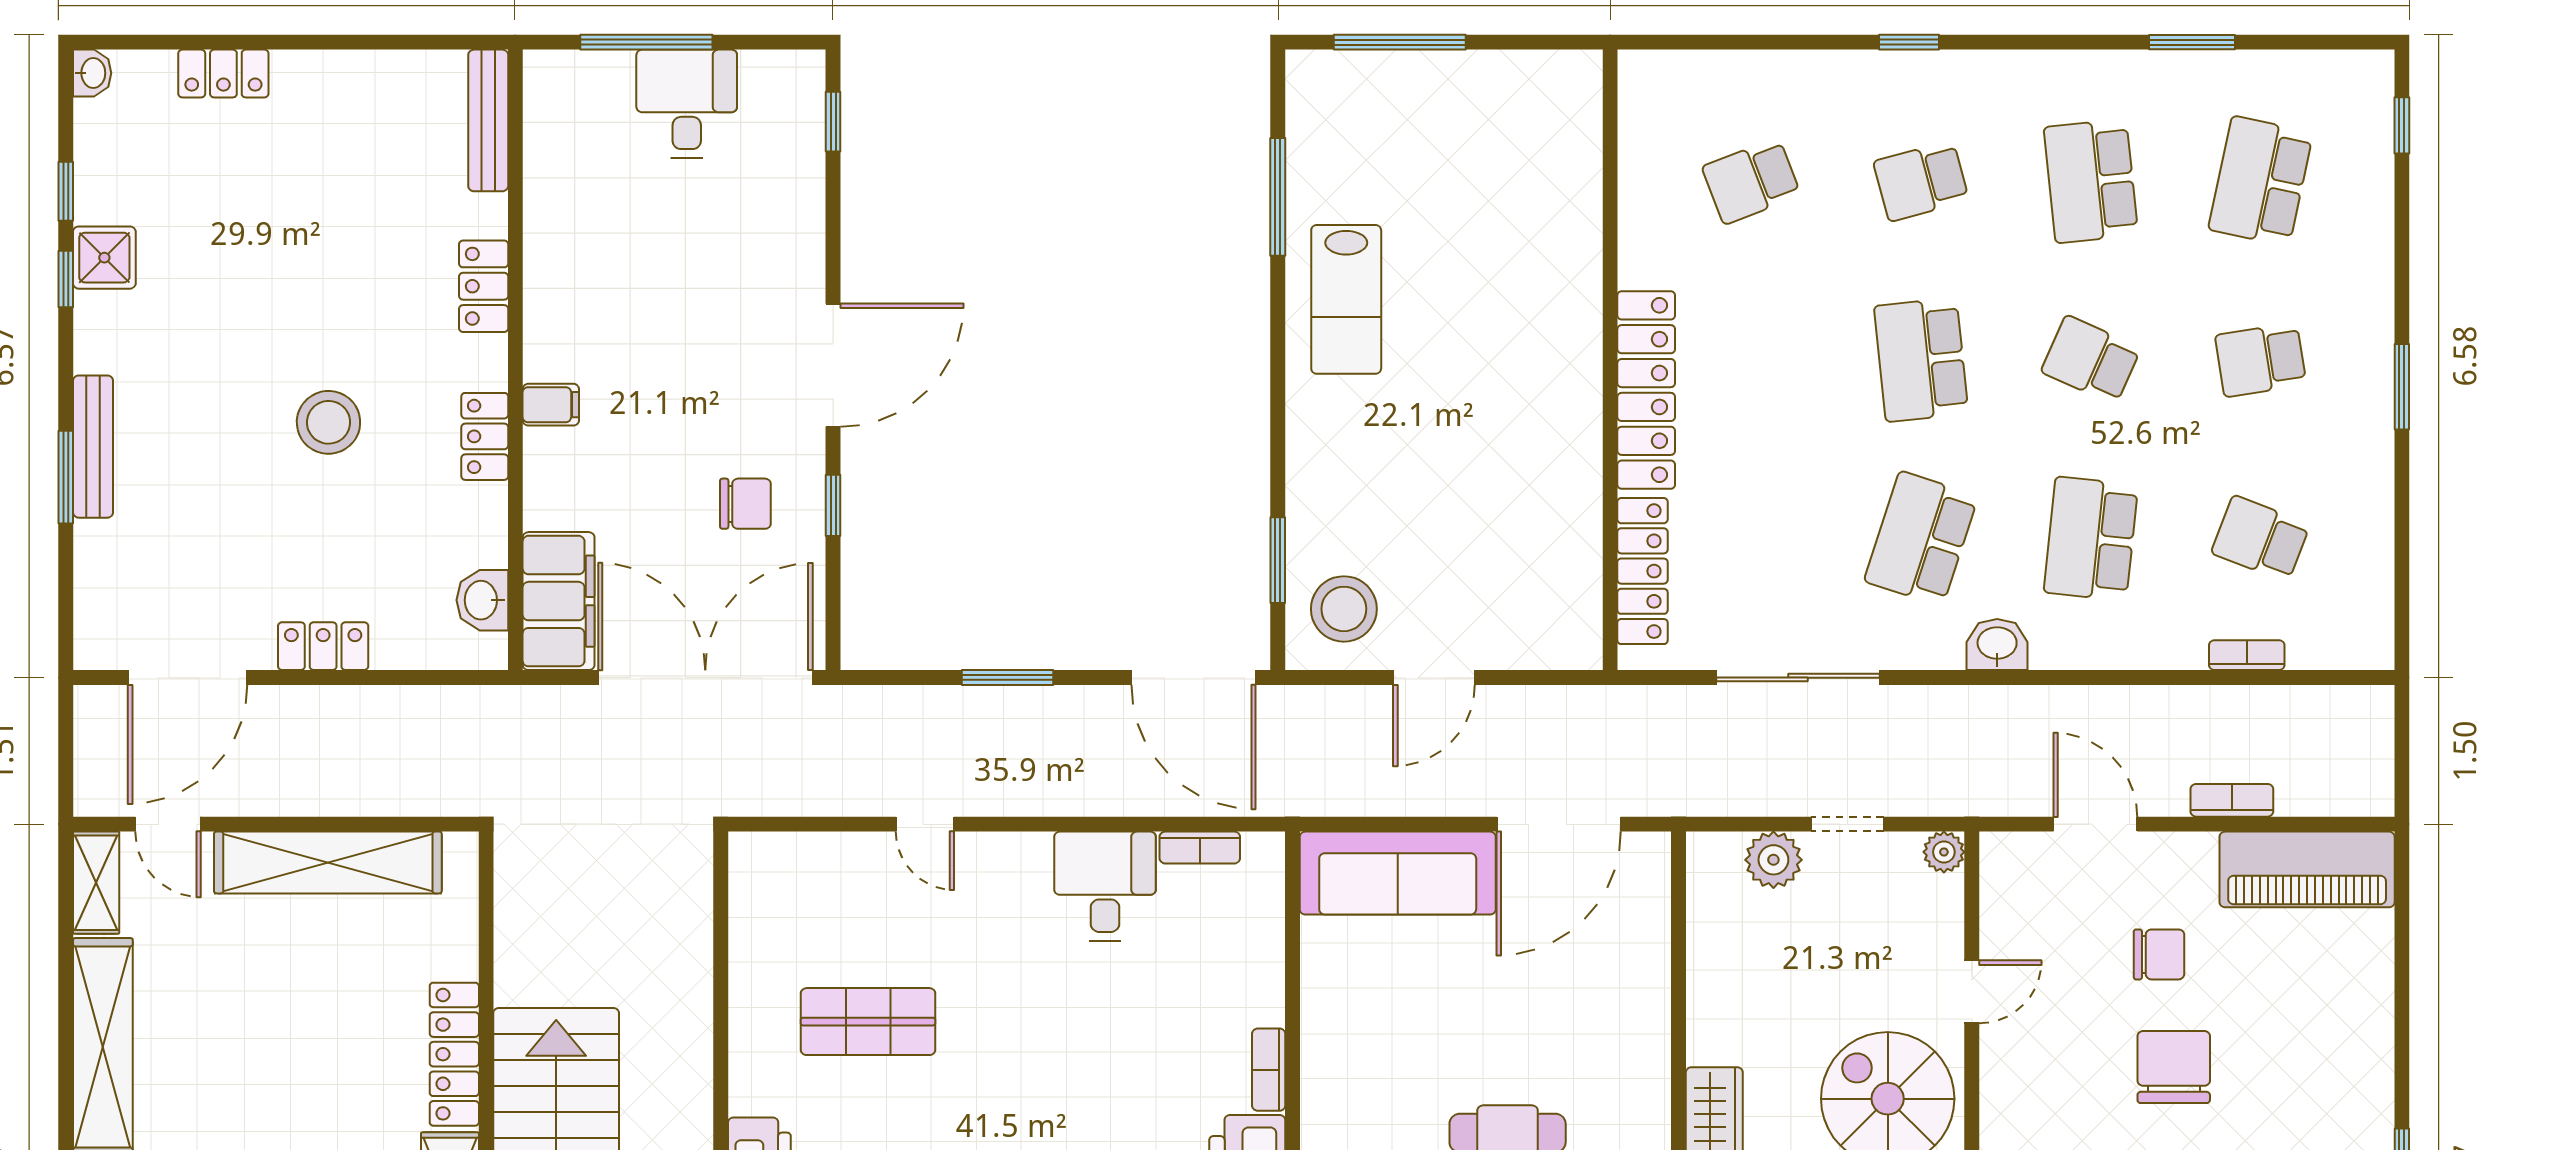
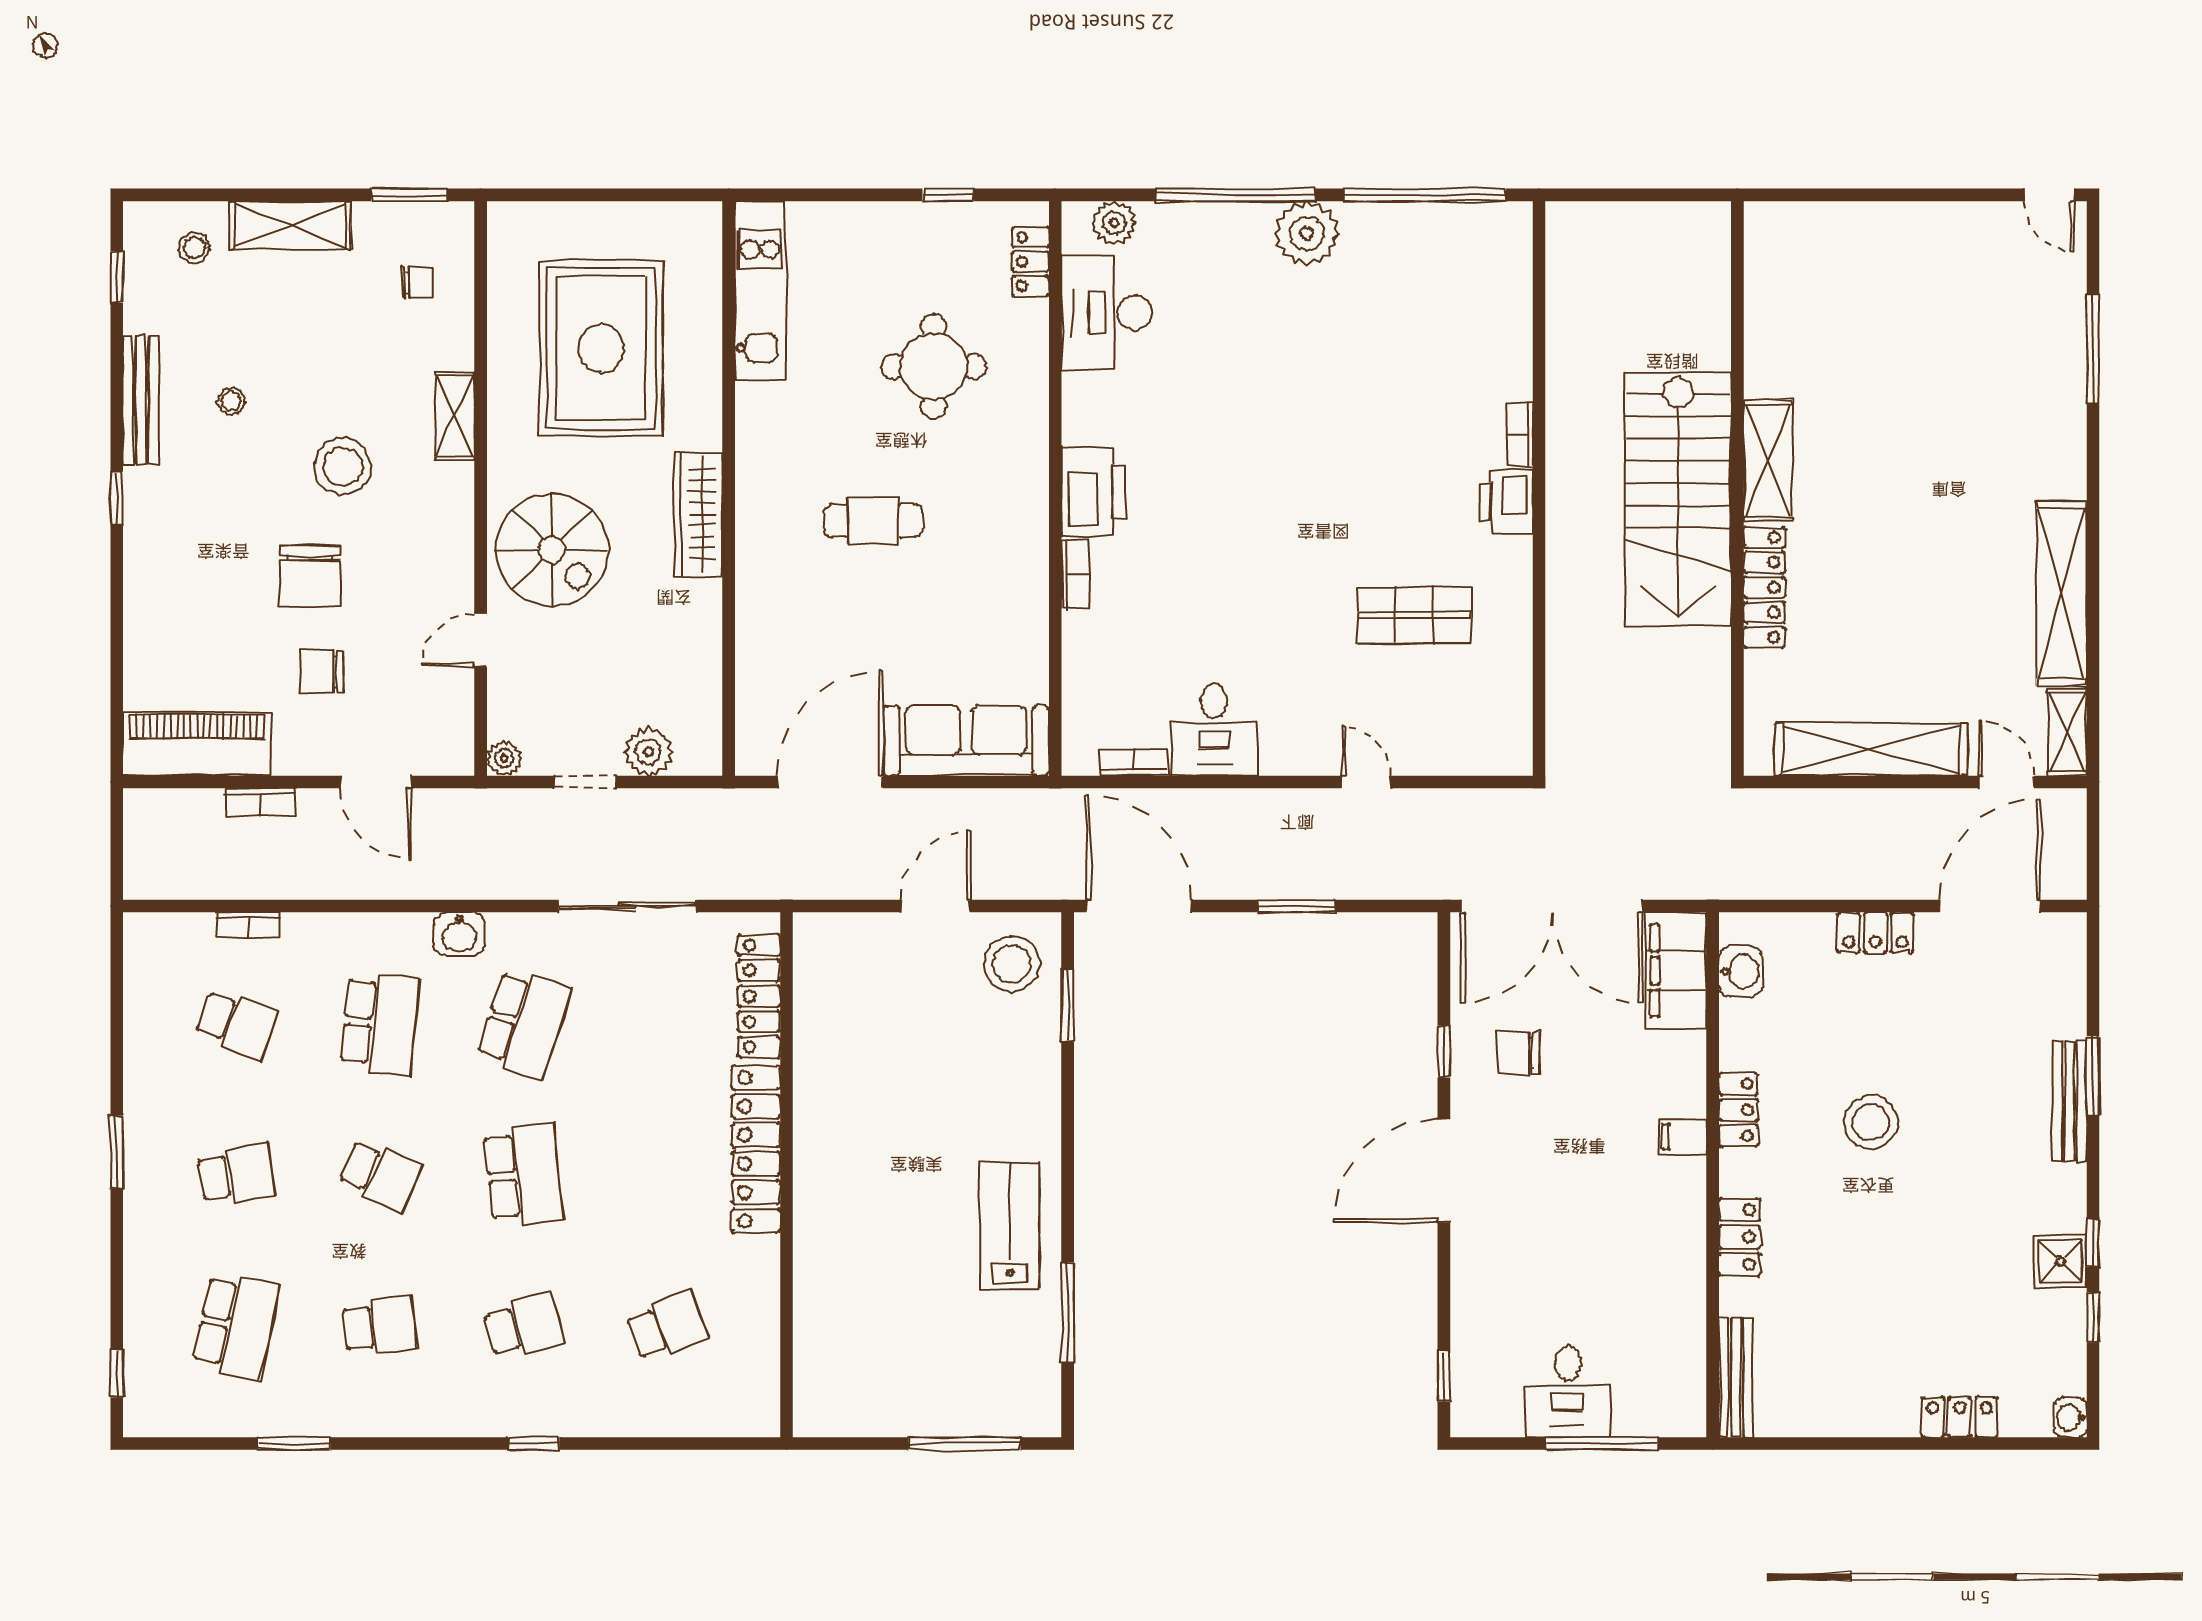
school desk: (2091, 181) -> (380, 1326), width x0.54

